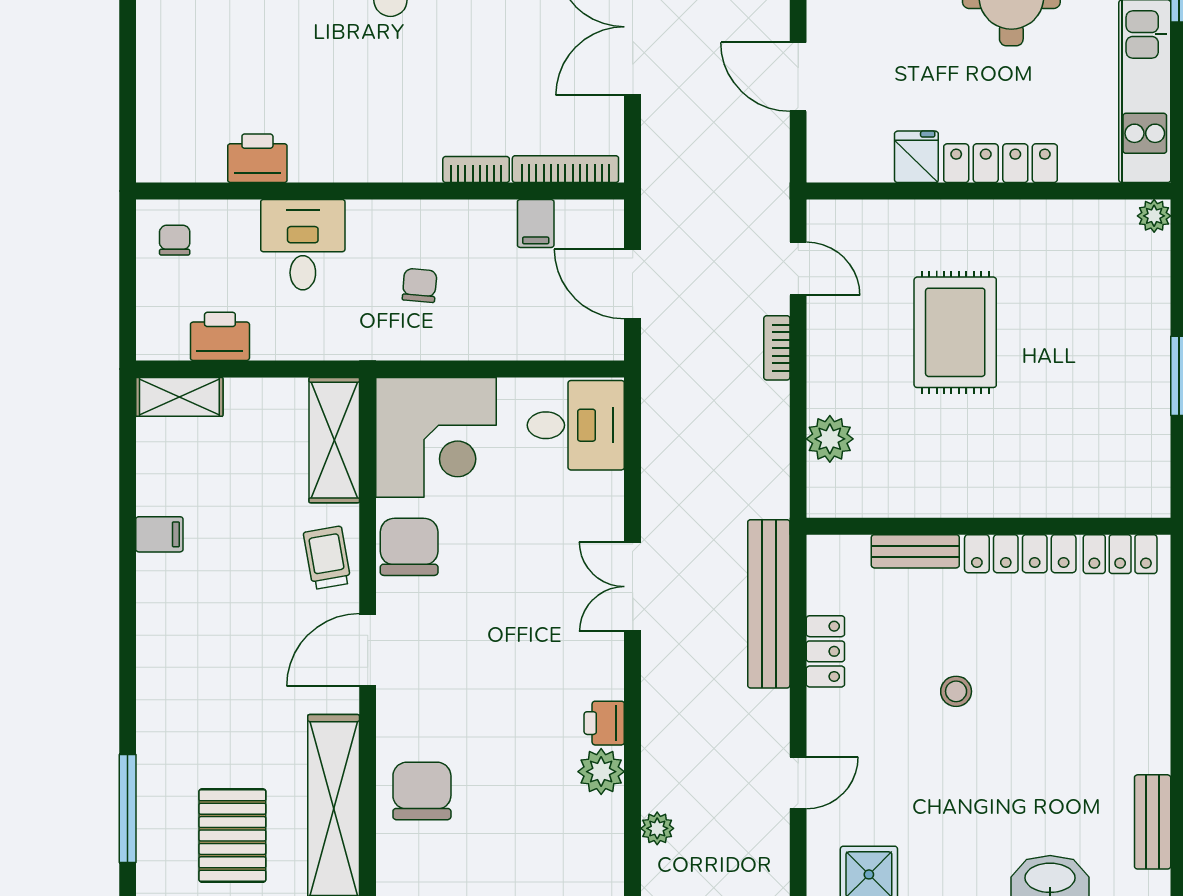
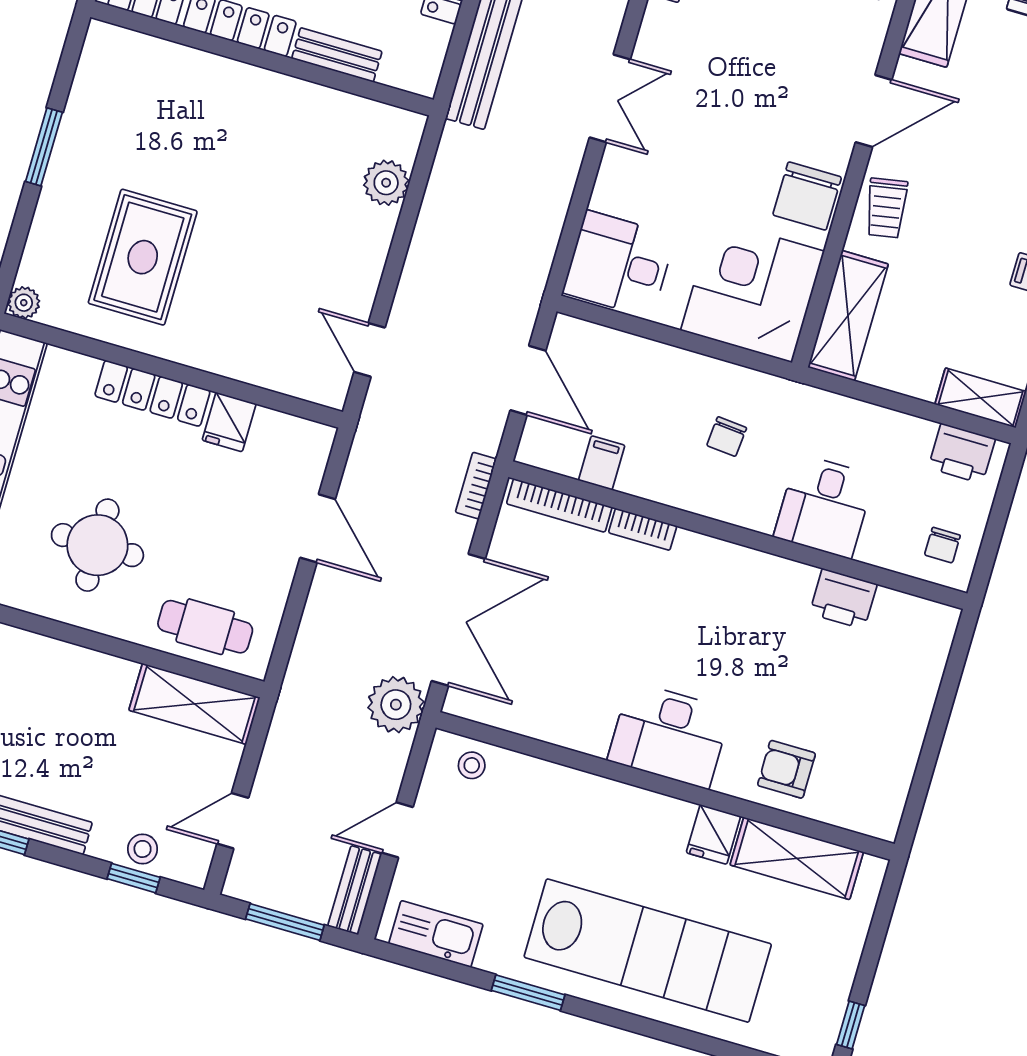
rug: (955, 332) -> (143, 257), moved
printer: (220, 336) -> (962, 453), moved
bookcase: (777, 348) -> (476, 486), moved, turned 180

